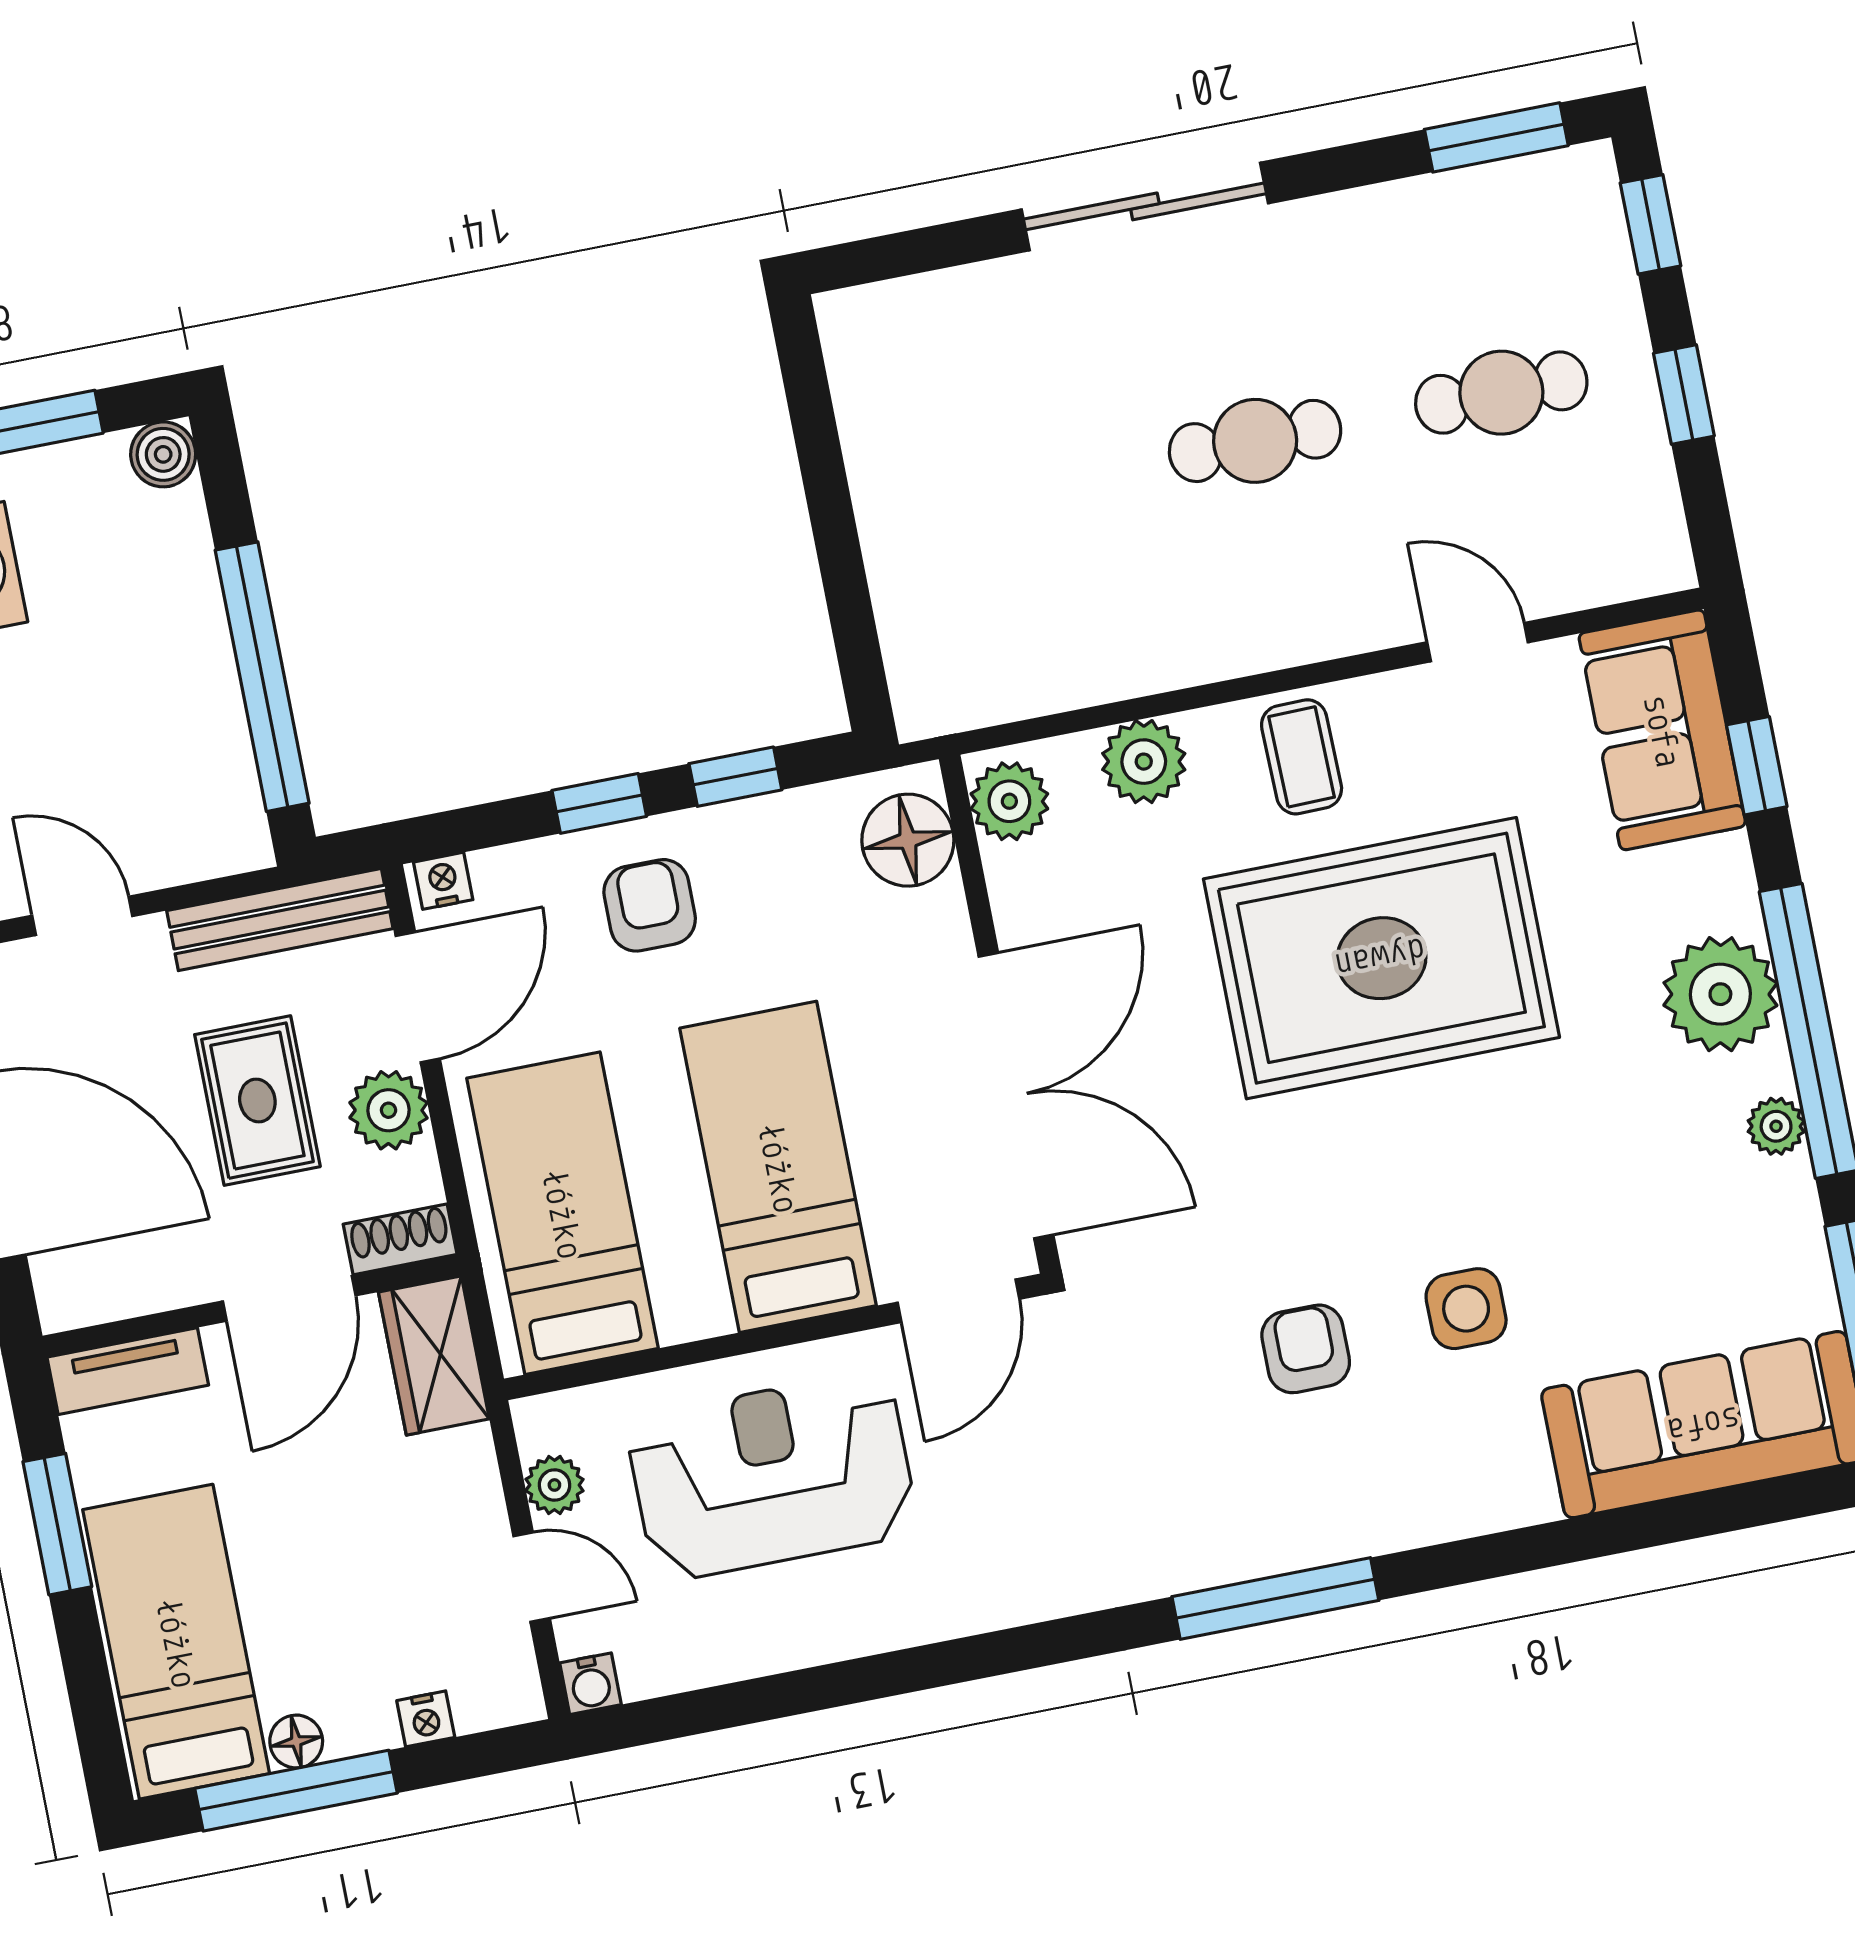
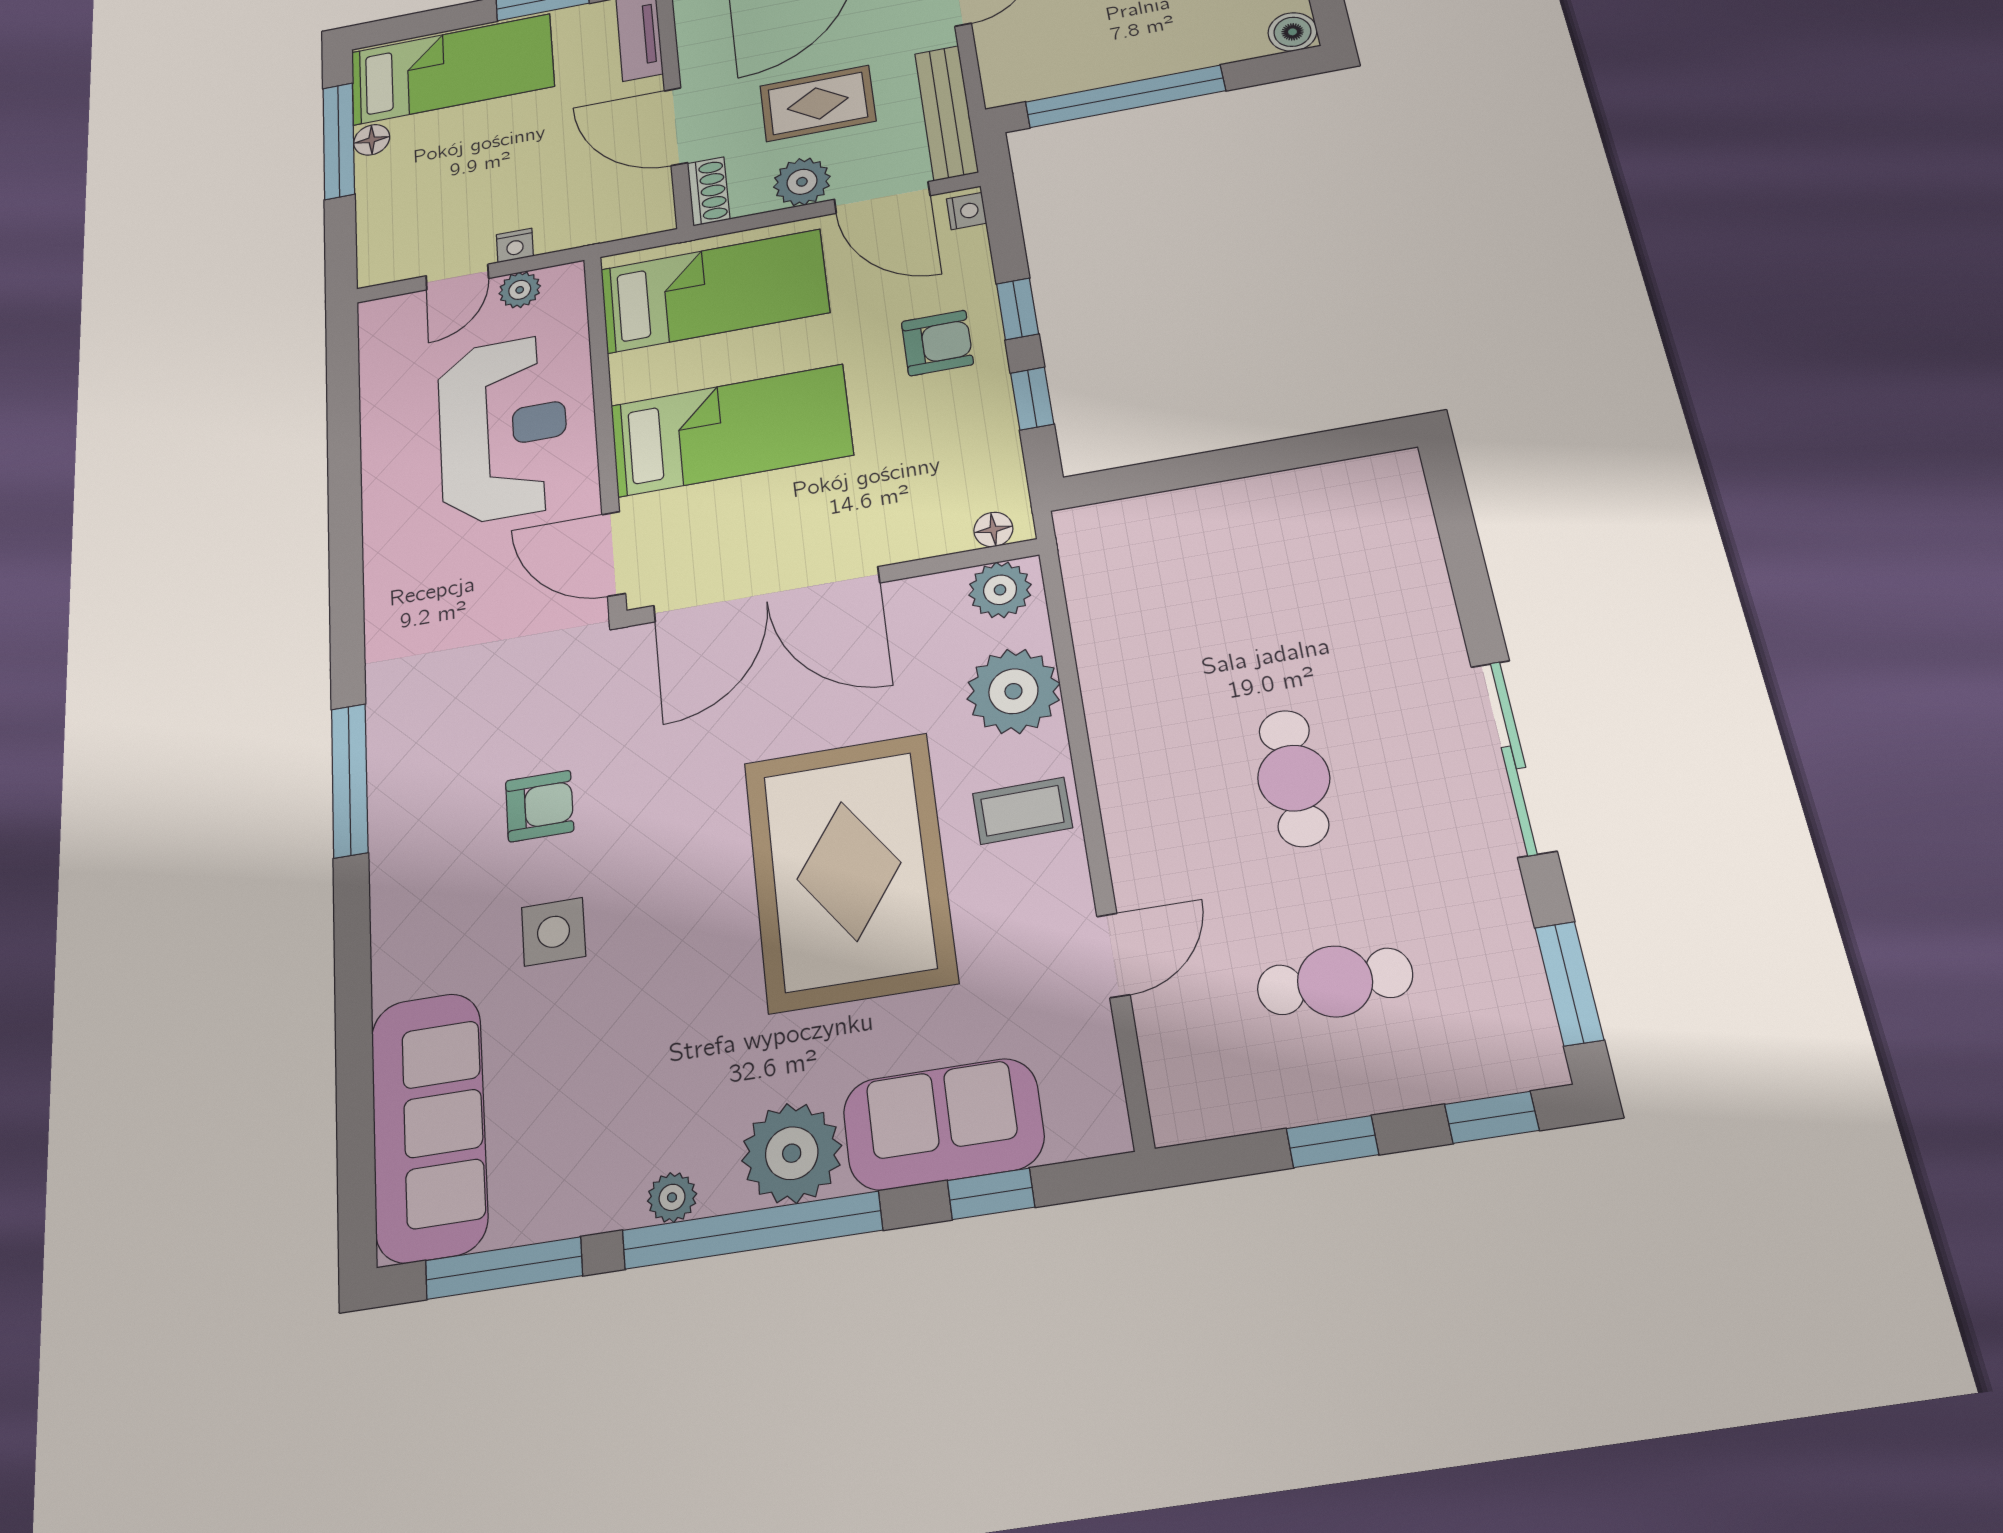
sliding door: (1145, 206) -> (1513, 757), moved
cafe table: (1501, 393) -> (1335, 981), turned 90
sofa: (1662, 730) -> (943, 1124), moved
plant: (1144, 762) -> (1013, 691), width x1.36, depth x1.36
floor lamp: (908, 840) -> (993, 529), width x0.53, depth x0.53
wardrobe: (434, 1355) -> (623, 214), removed
water cooler: (591, 1684) -> (376, 315), removed
nightstand: (426, 1719) -> (515, 245), moved, turned -90

